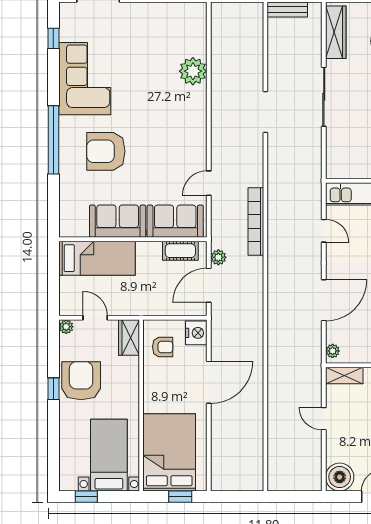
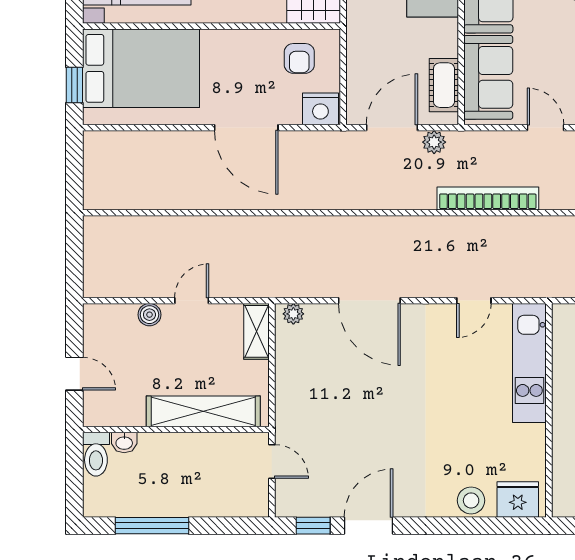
door: (209, 285) -> (392, 128), hinge flipped
boiler: (340, 477) -> (149, 315), moved, width x0.54, depth x0.54

